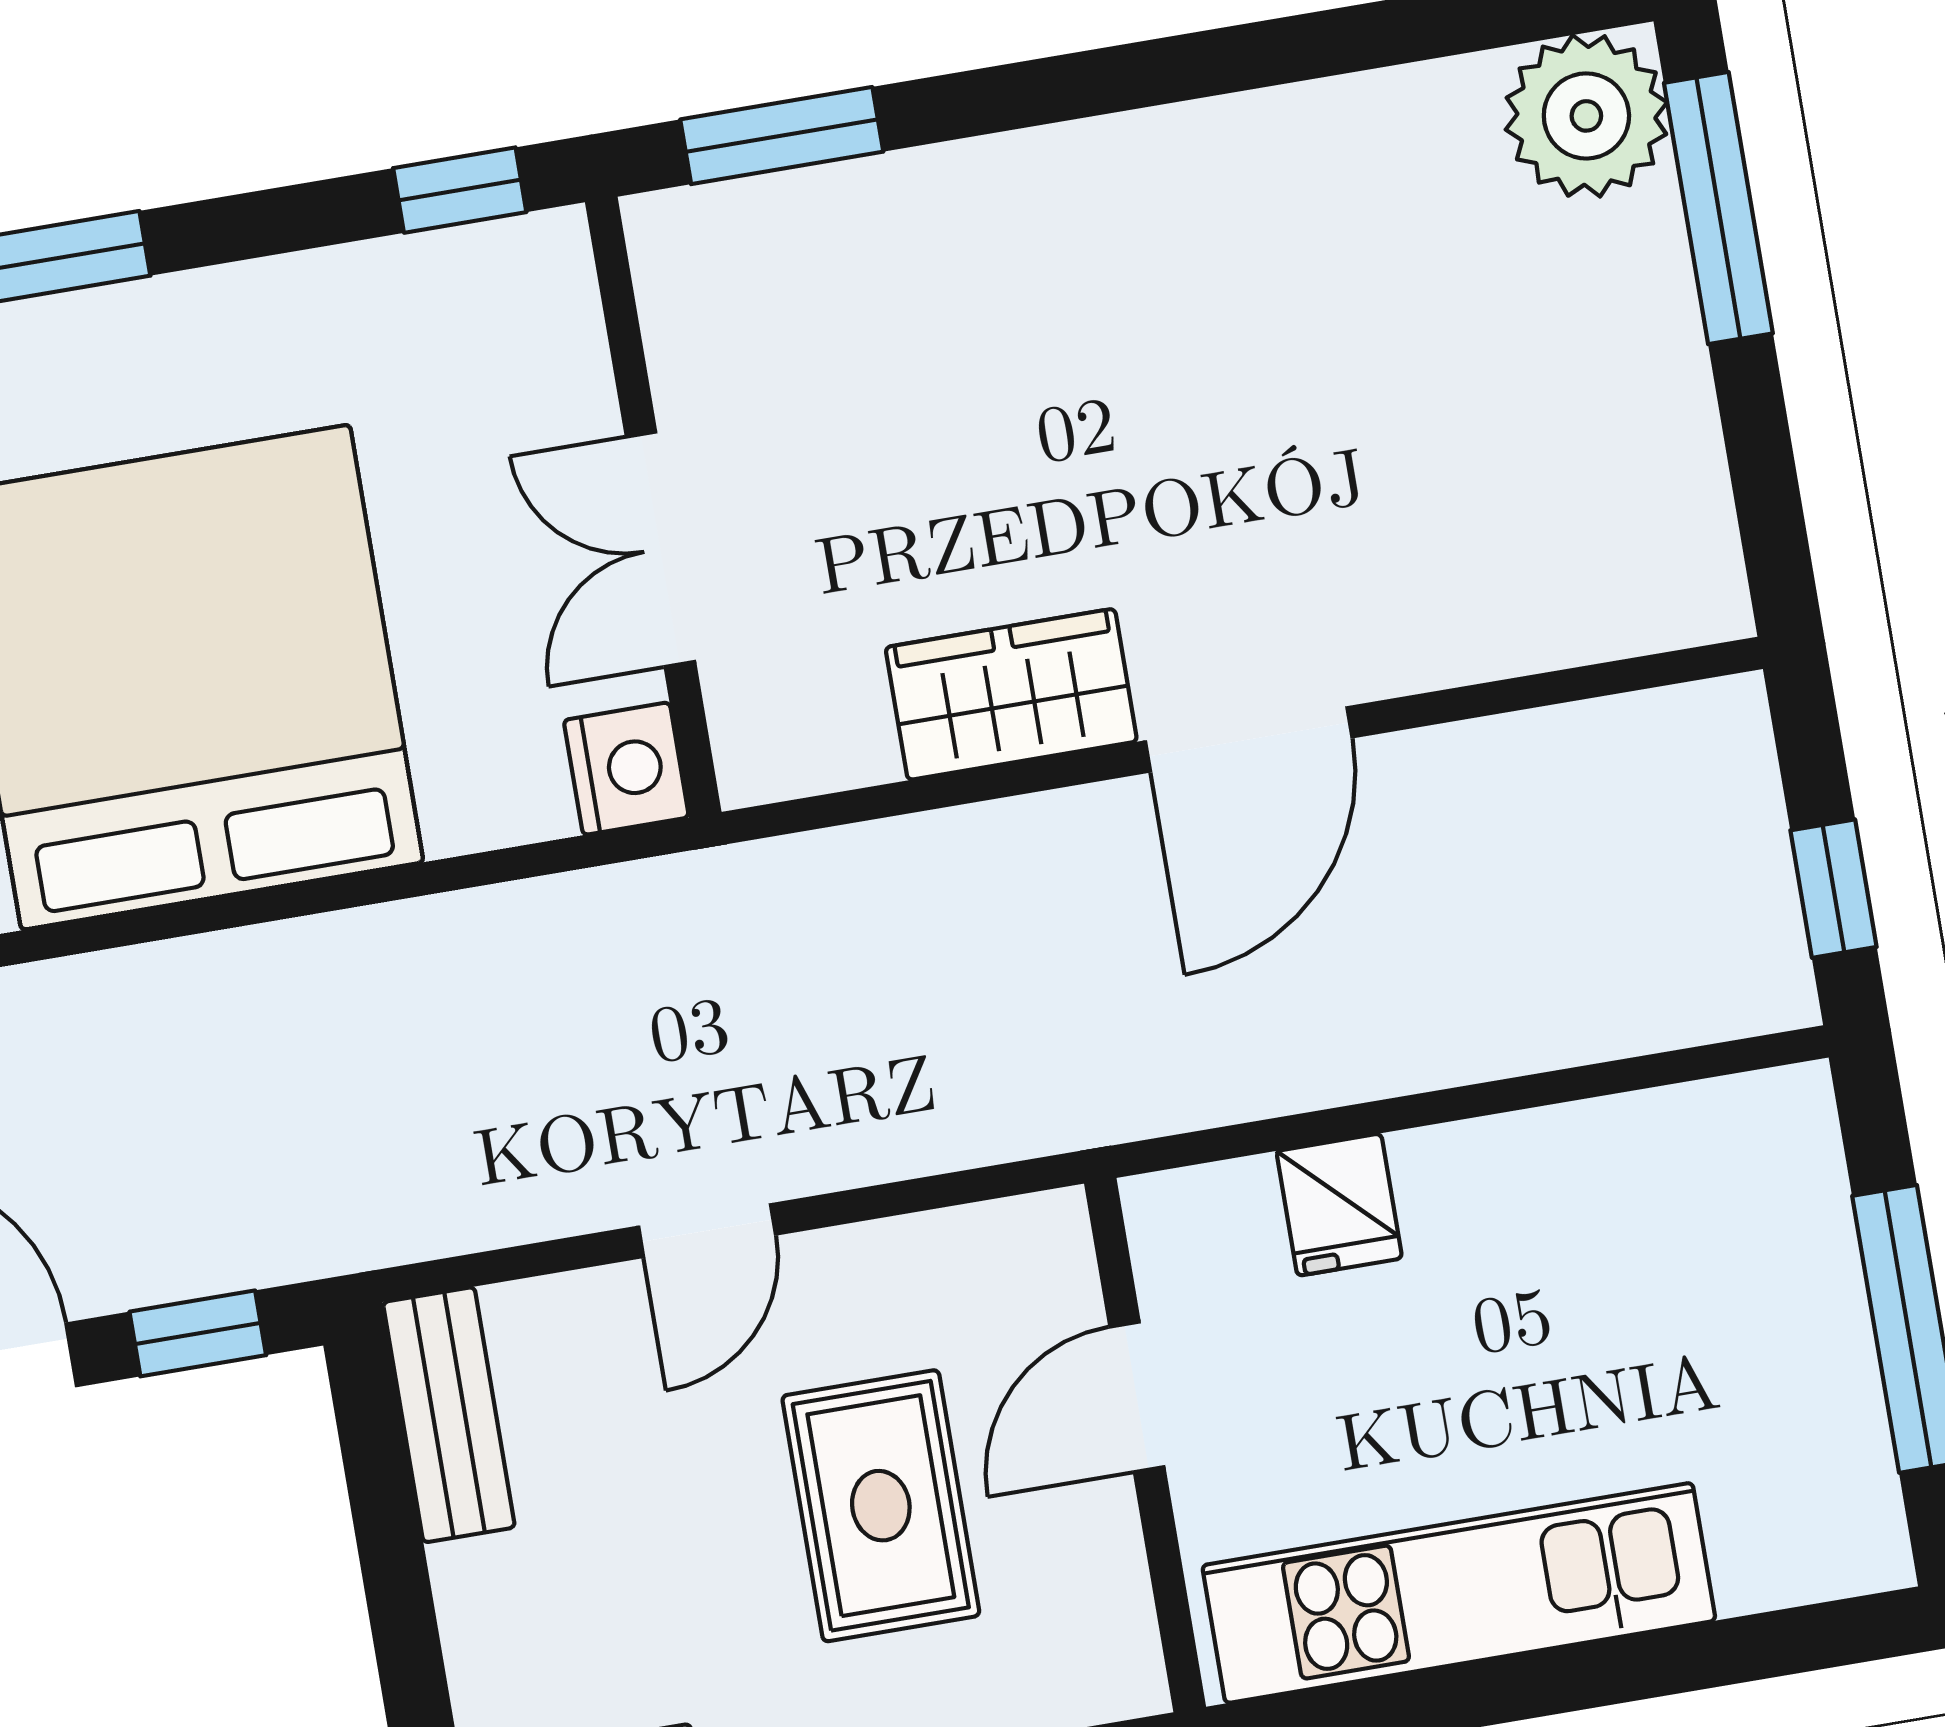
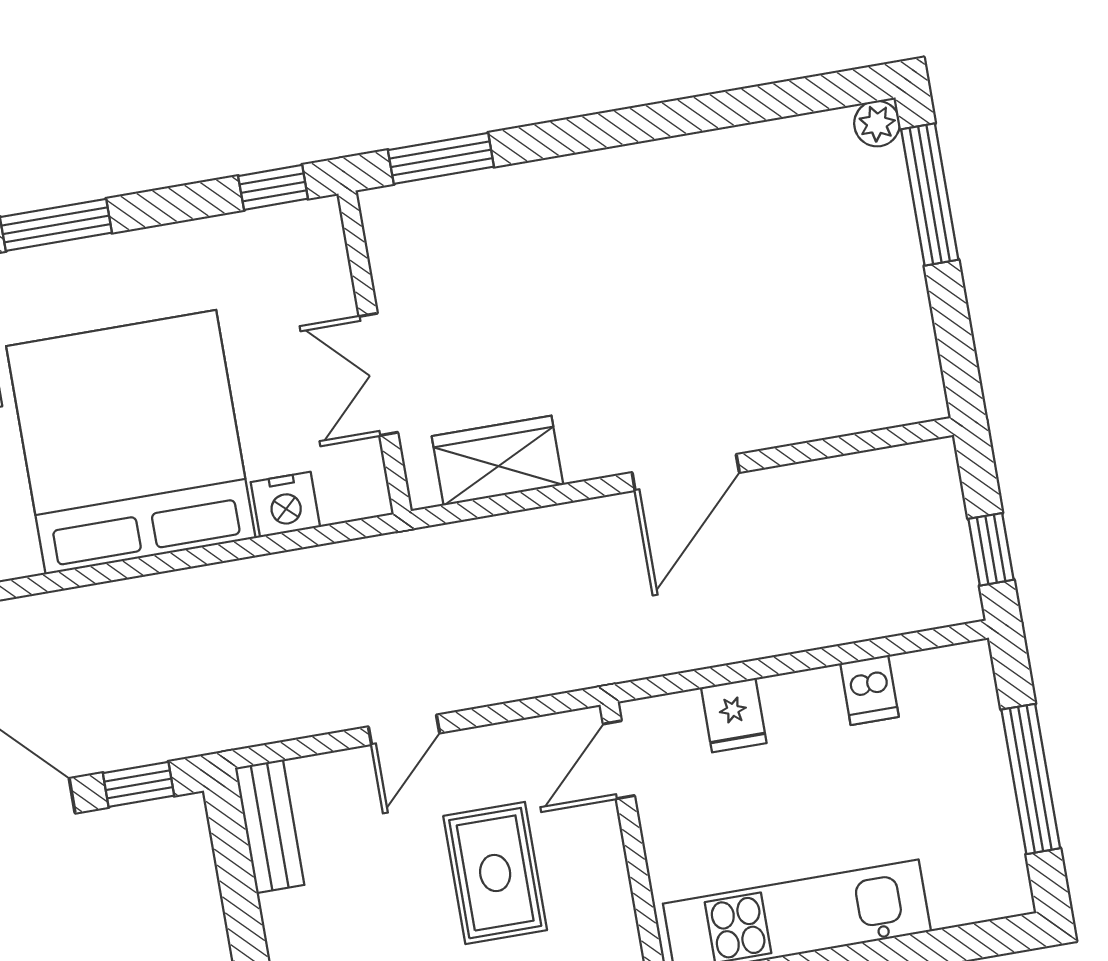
plant: (1586, 116) -> (877, 124), width x0.53, depth x0.53
wardrobe: (1011, 694) -> (498, 461), moved
nightstand: (626, 769) -> (285, 504), moved, turned 90
dishwasher: (1599, 1157) -> (869, 690), added
door: (1137, 1397) -> (619, 760), moved

